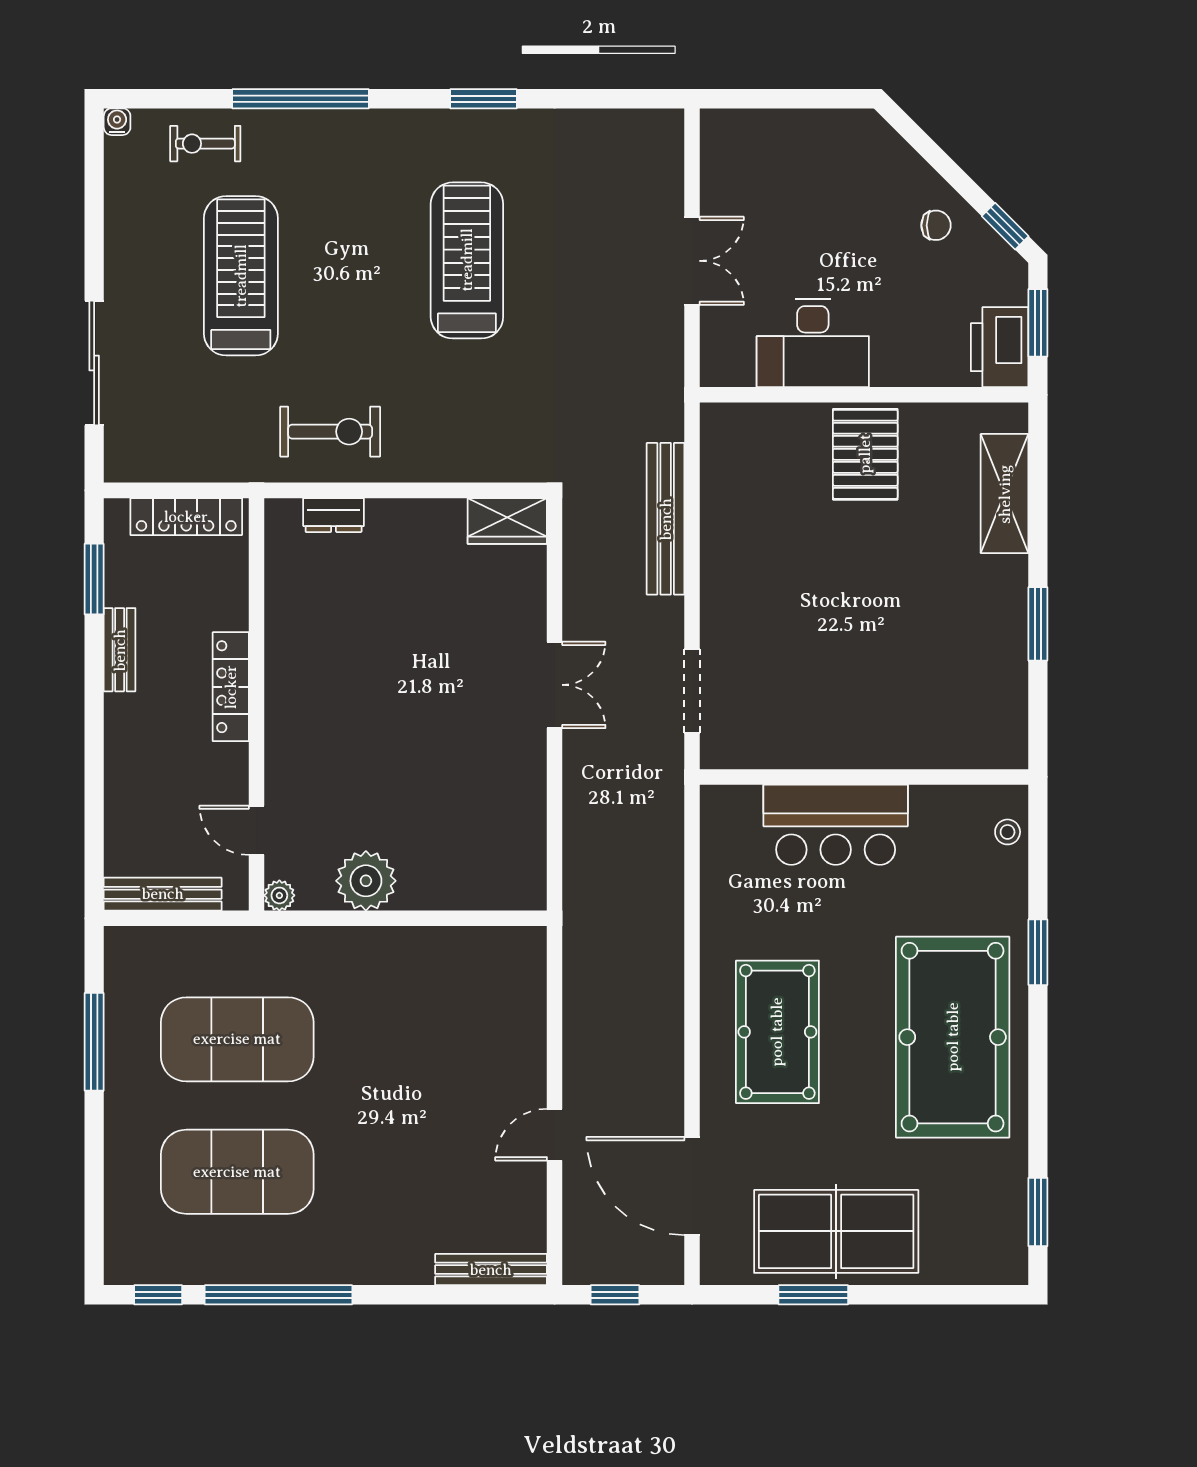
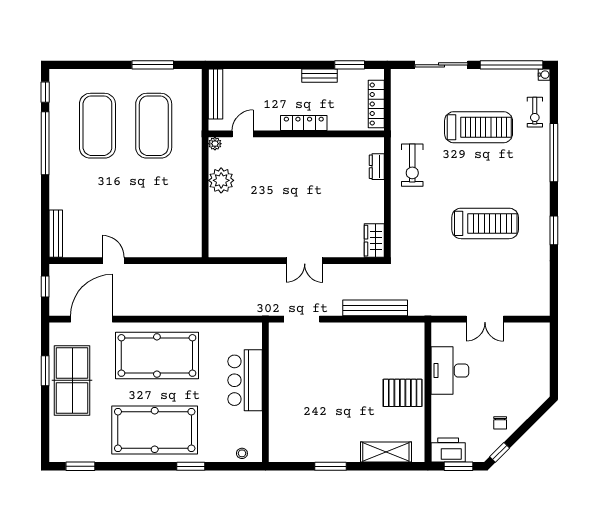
exercise bike: (205, 144) -> (535, 112), turned 180
window: (94, 198) -> (512, 65), added
pool table: (777, 1032) -> (157, 355), width x1.36, depth x1.32

